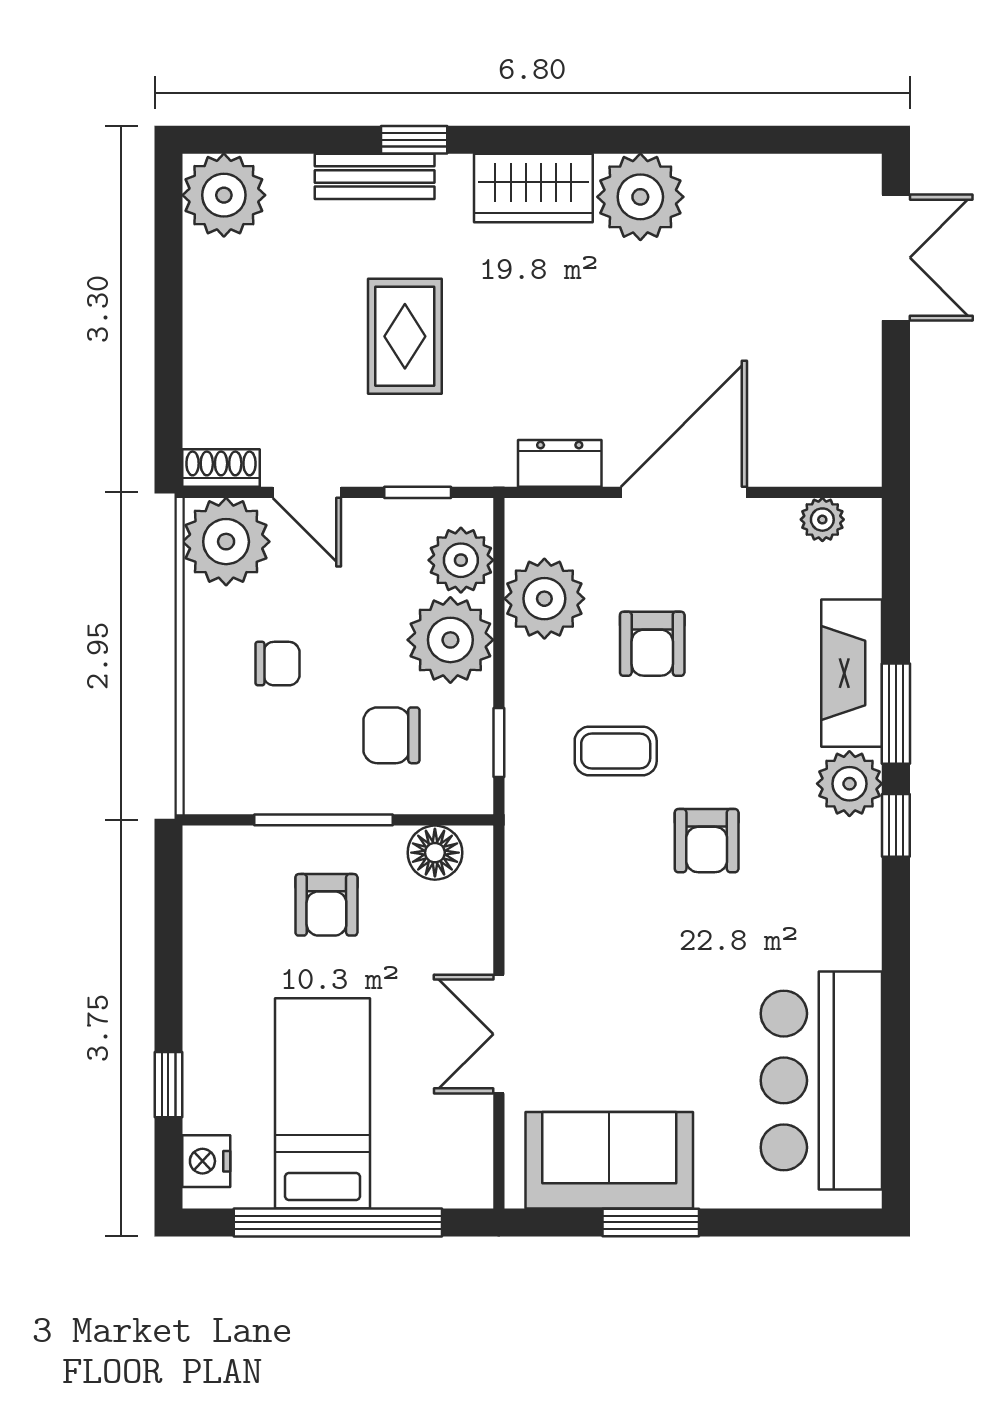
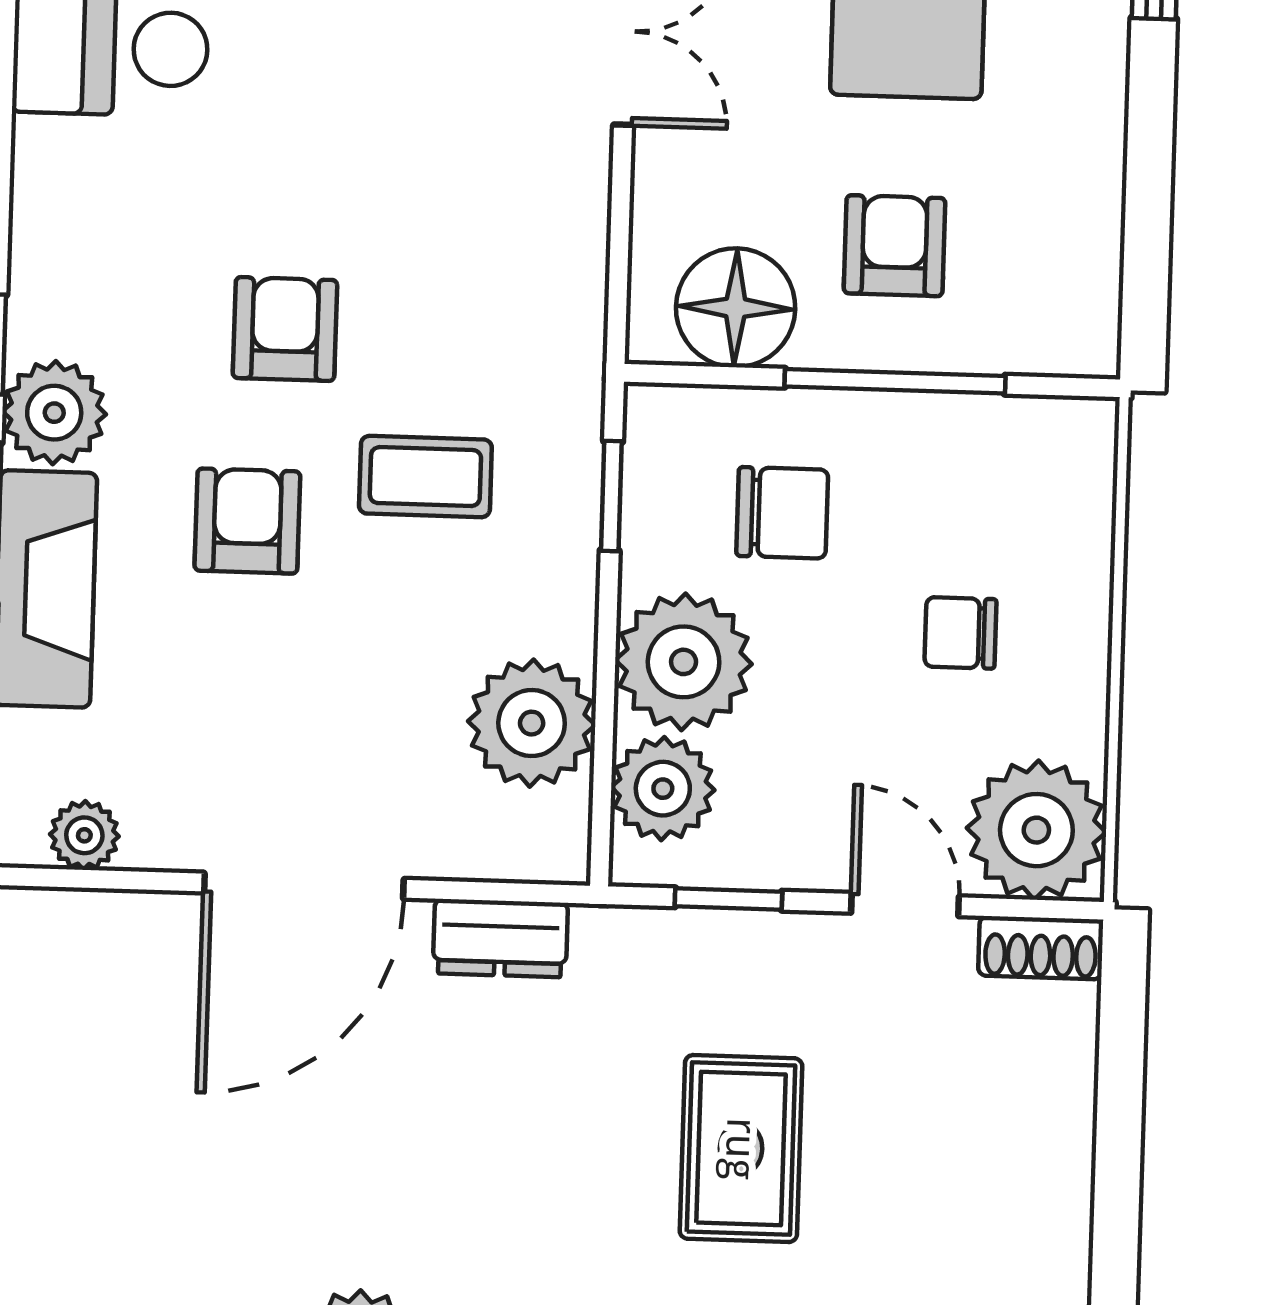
armchair: (652, 644) -> (247, 521), moved
floor lamp: (435, 853) -> (736, 308), width x1.38, depth x1.38

